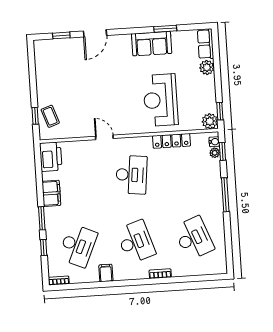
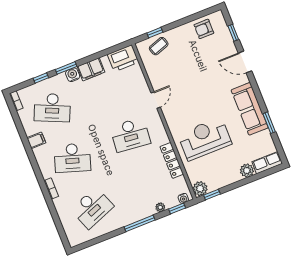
sofa: (152, 44) -> (250, 109), width x1.36
armchair: (48, 64) -> (204, 29), added
plant: (215, 153) -> (160, 207), moved
water cooler: (51, 214) -> (73, 75), added
desk: (136, 242) -> (72, 158), turned 36

